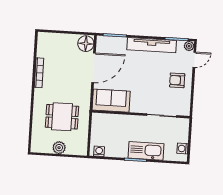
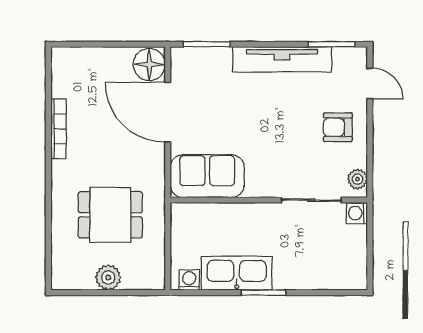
plant: (189, 46) -> (358, 179), moved
door: (194, 60) -> (370, 84), hinge flipped
door: (94, 68) -> (168, 112), swing flipped
washing machine: (182, 149) -> (357, 213), moved
kitchen sink: (146, 151) -> (237, 273), moved

